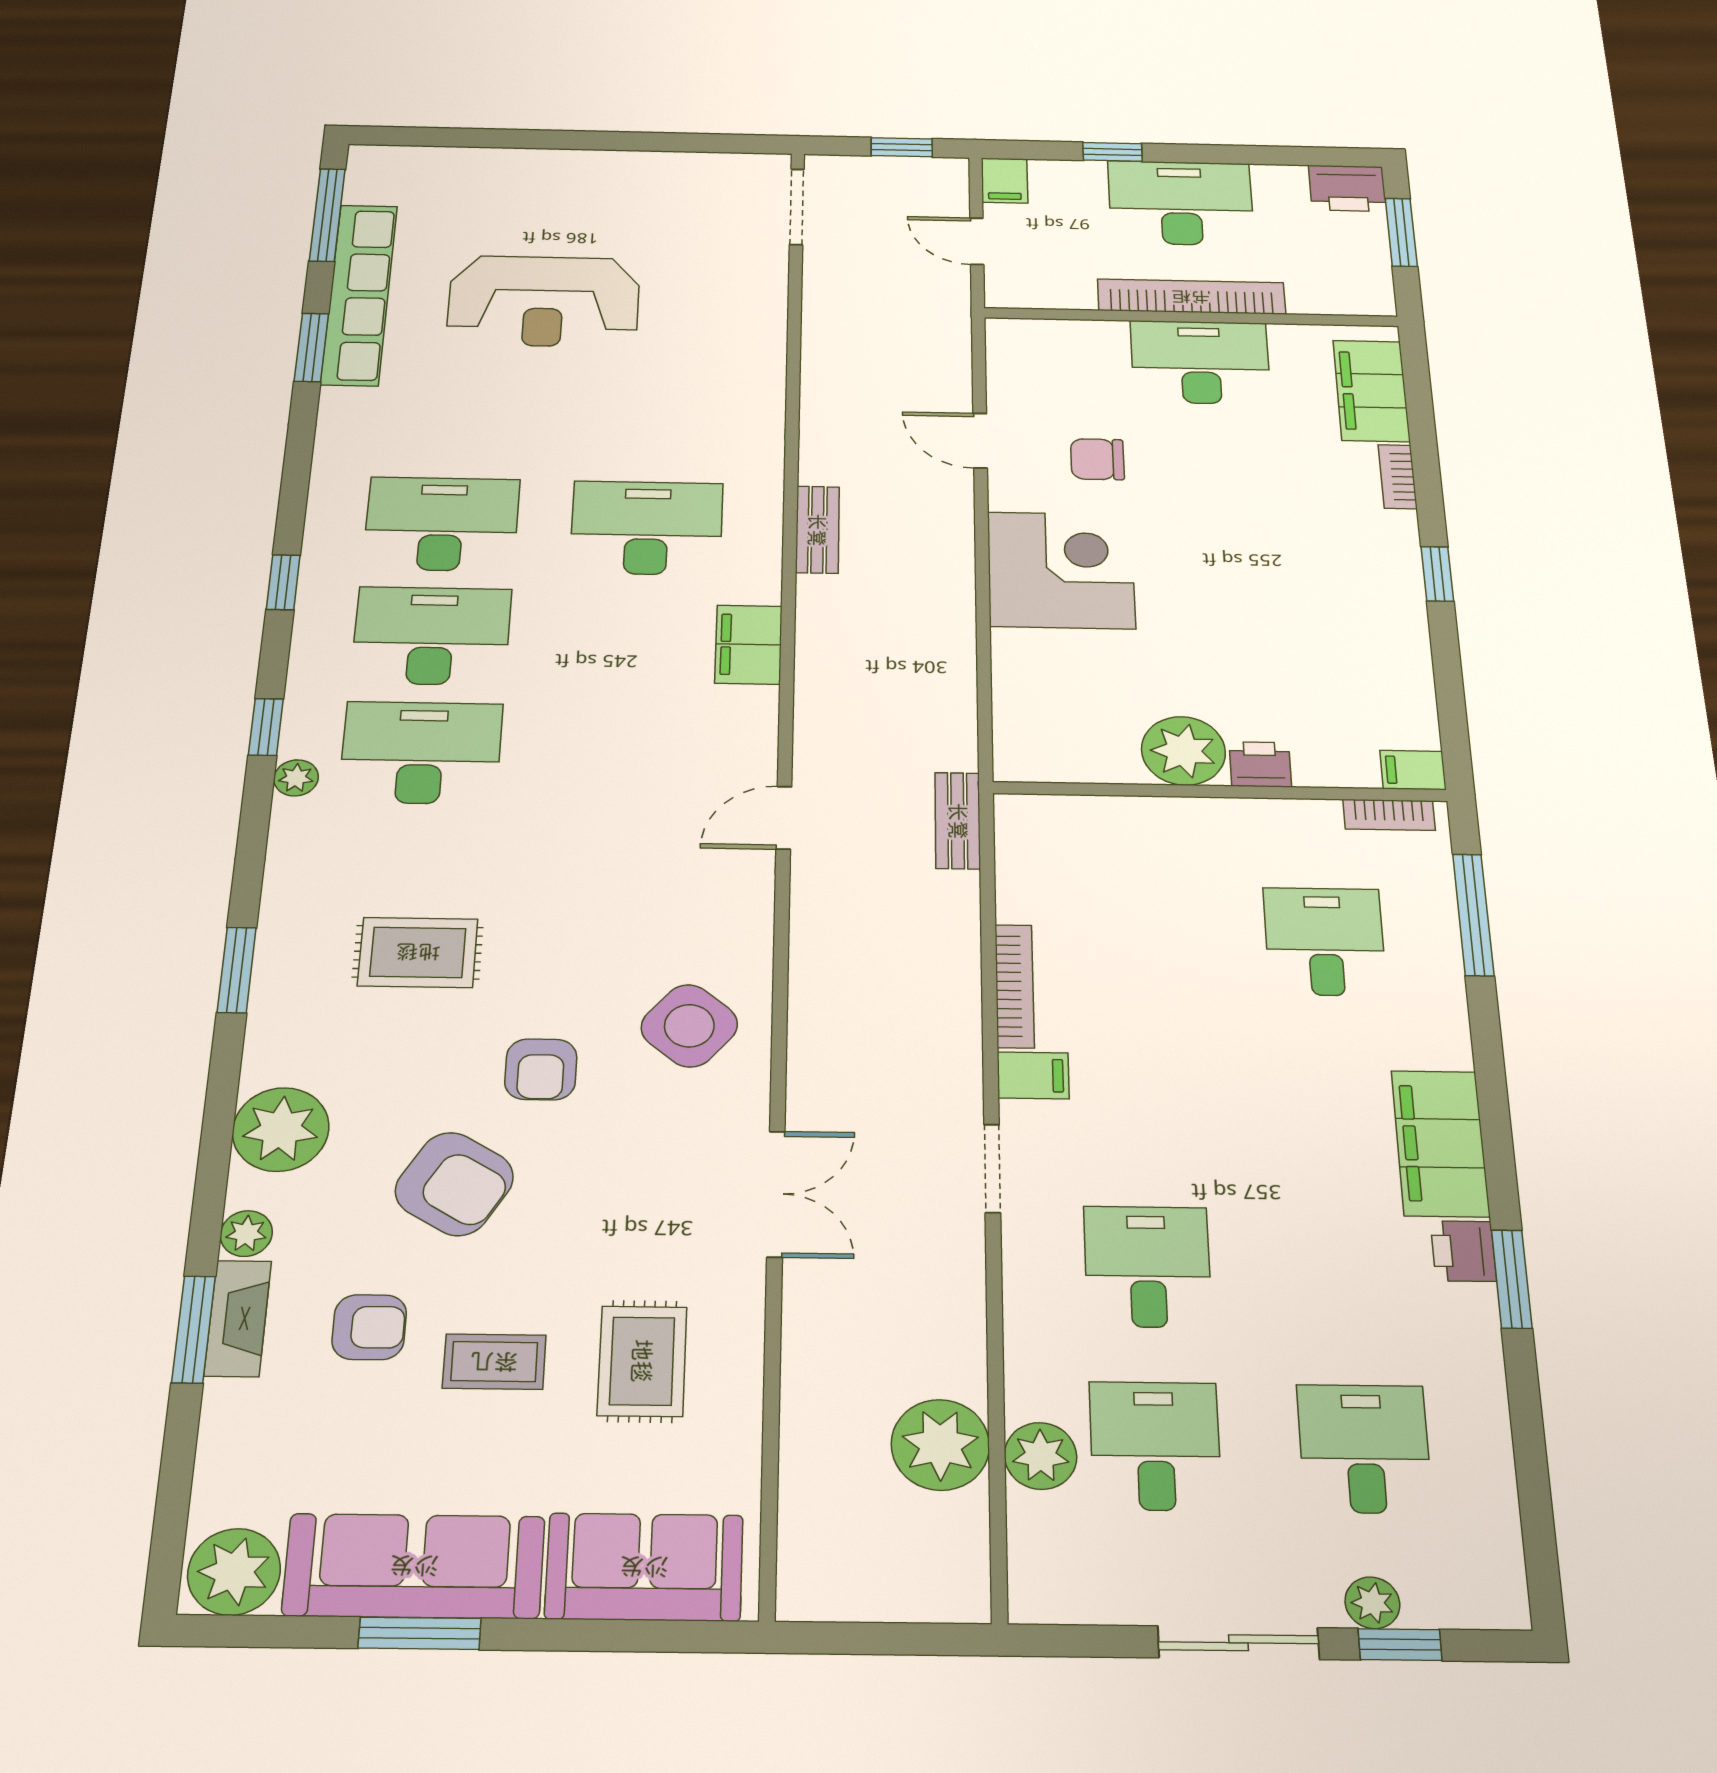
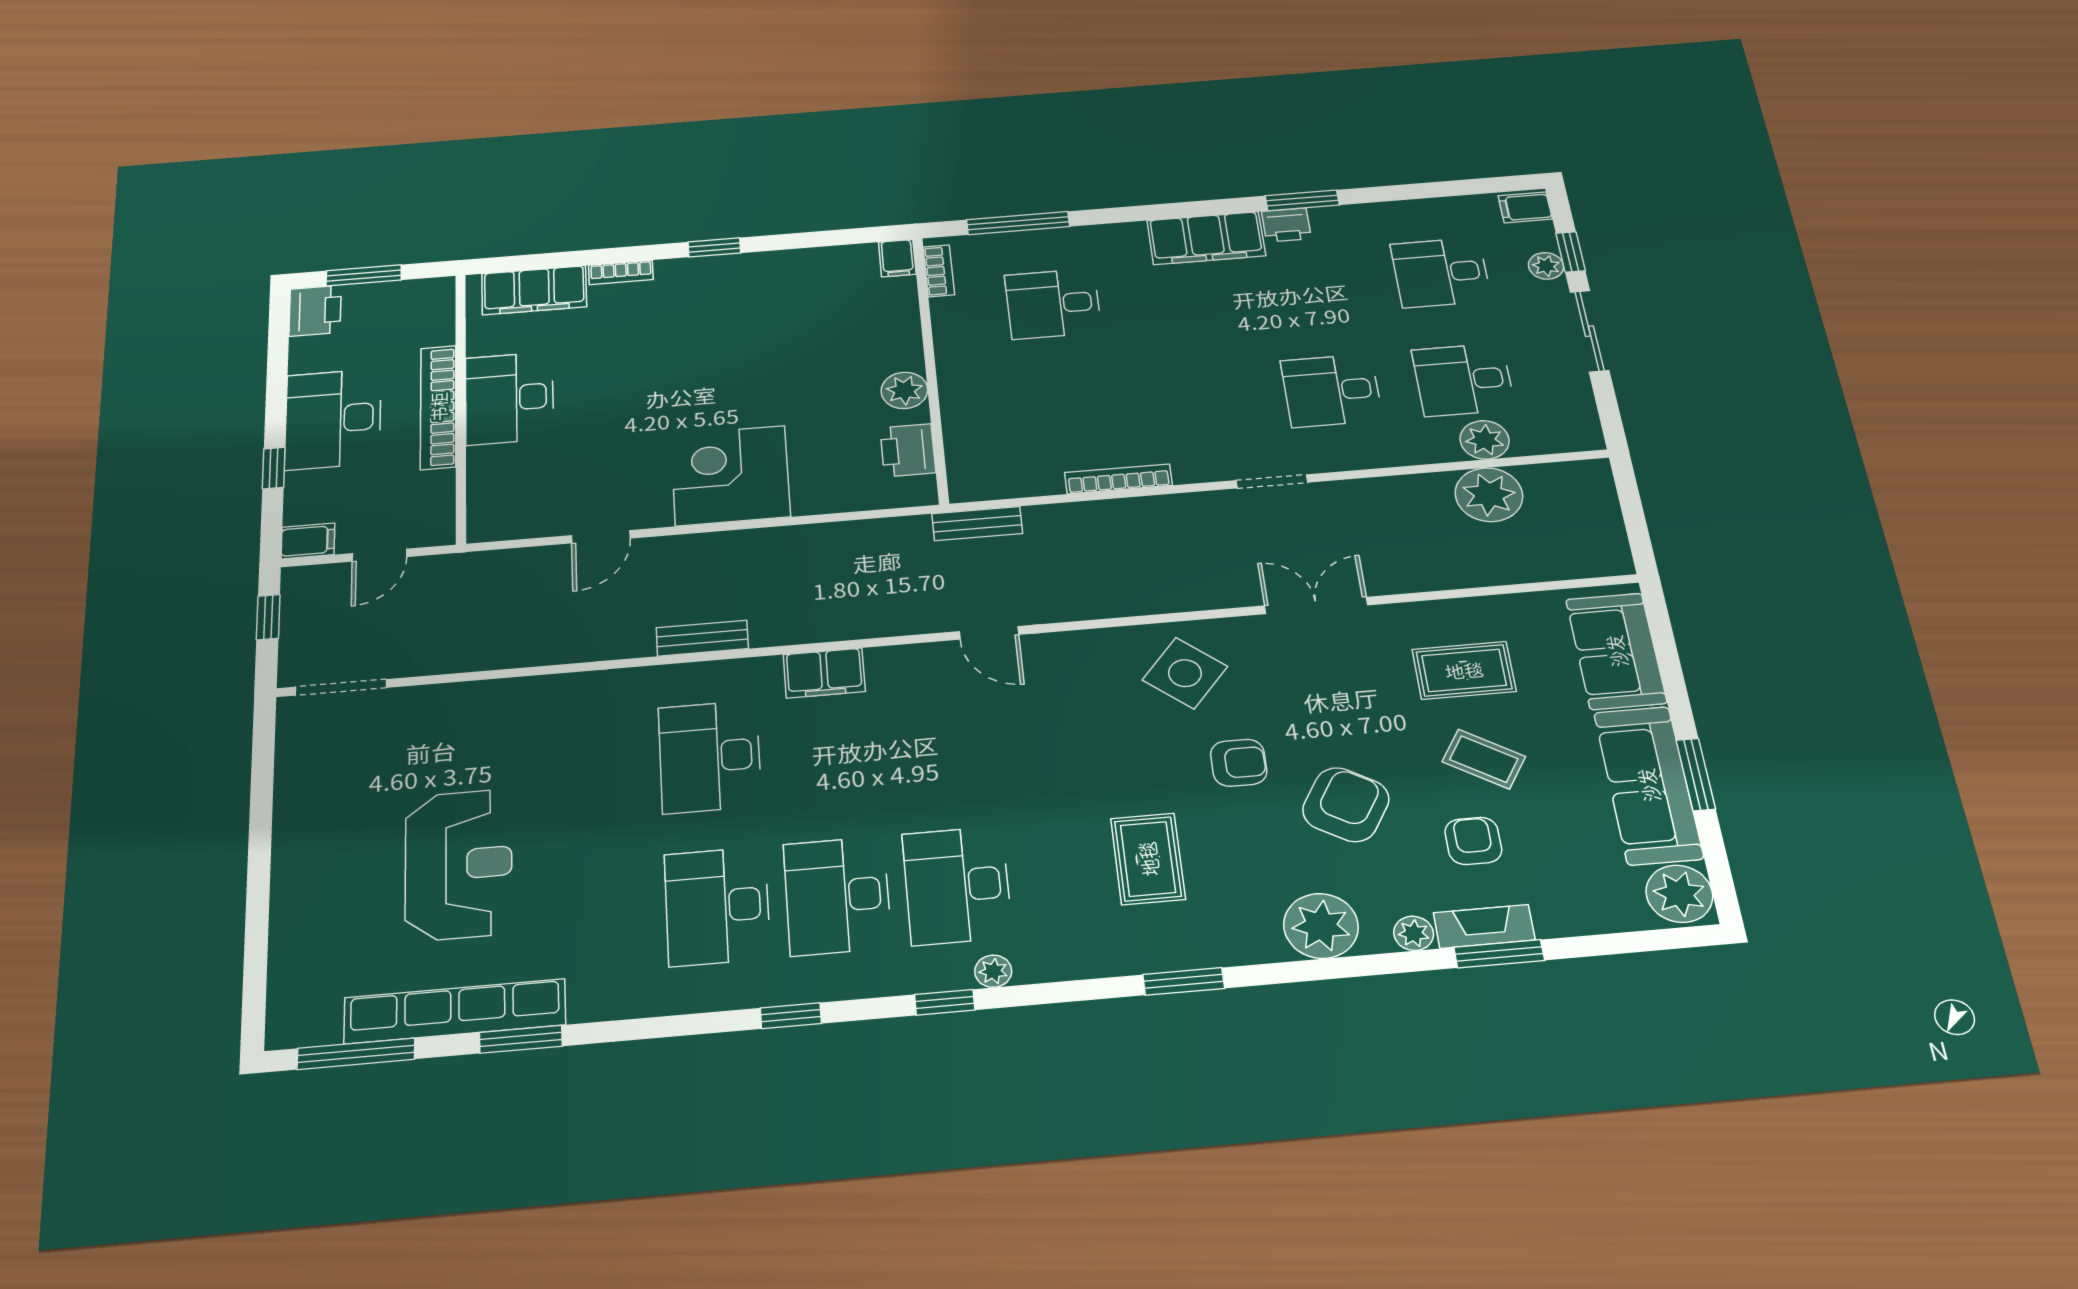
chair: (1097, 459) -> (616, 459), removed
plant: (1183, 751) -> (904, 390), width x0.73, depth x0.73
printer: (1260, 764) -> (908, 450), moved, width x1.36, depth x1.24
filing cabinet: (1033, 1075) -> (1525, 207), moved, turned -90
coffee table: (494, 1362) -> (1484, 759), turned -58

